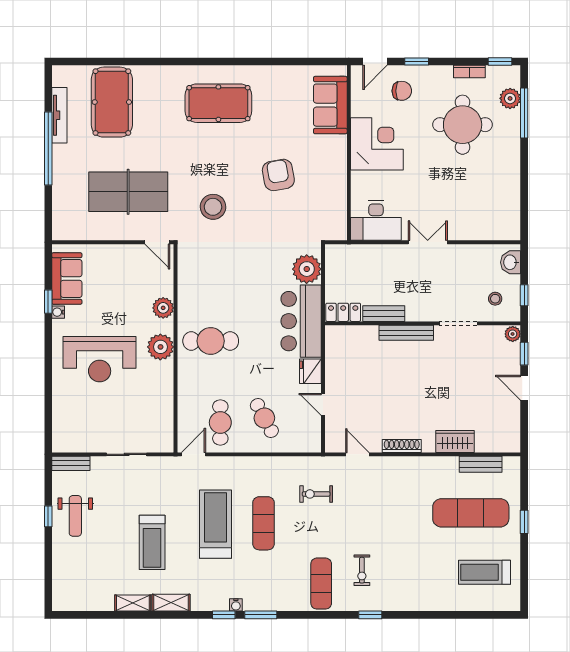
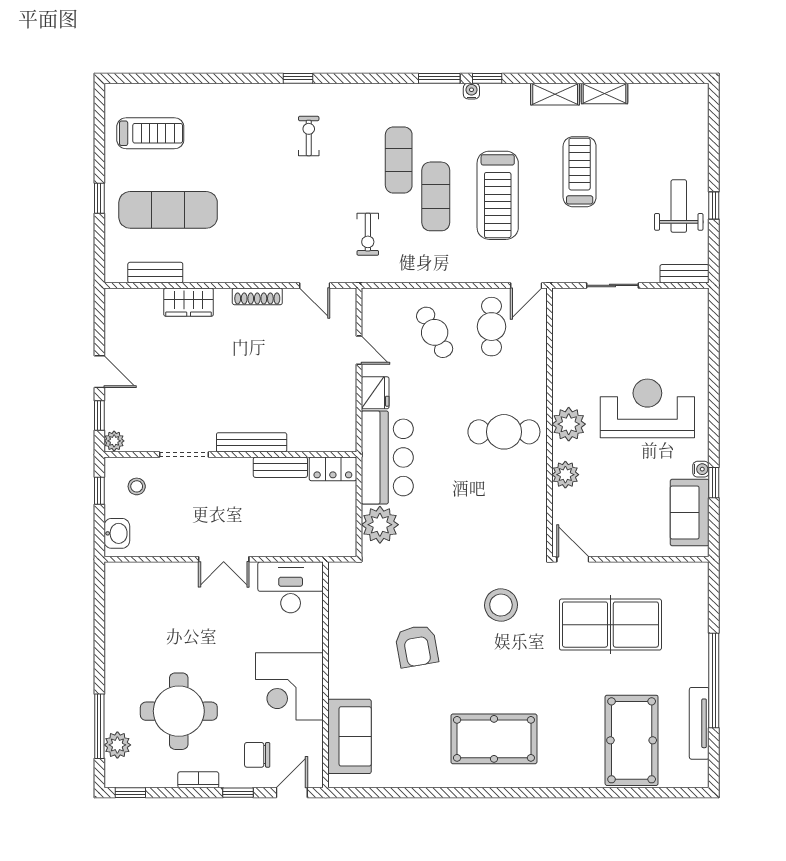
bookcase: (469, 71) -> (198, 780), moved
exercise bike: (316, 494) -> (368, 234), turned 90
exercise mat: (321, 584) -> (399, 160), moved

